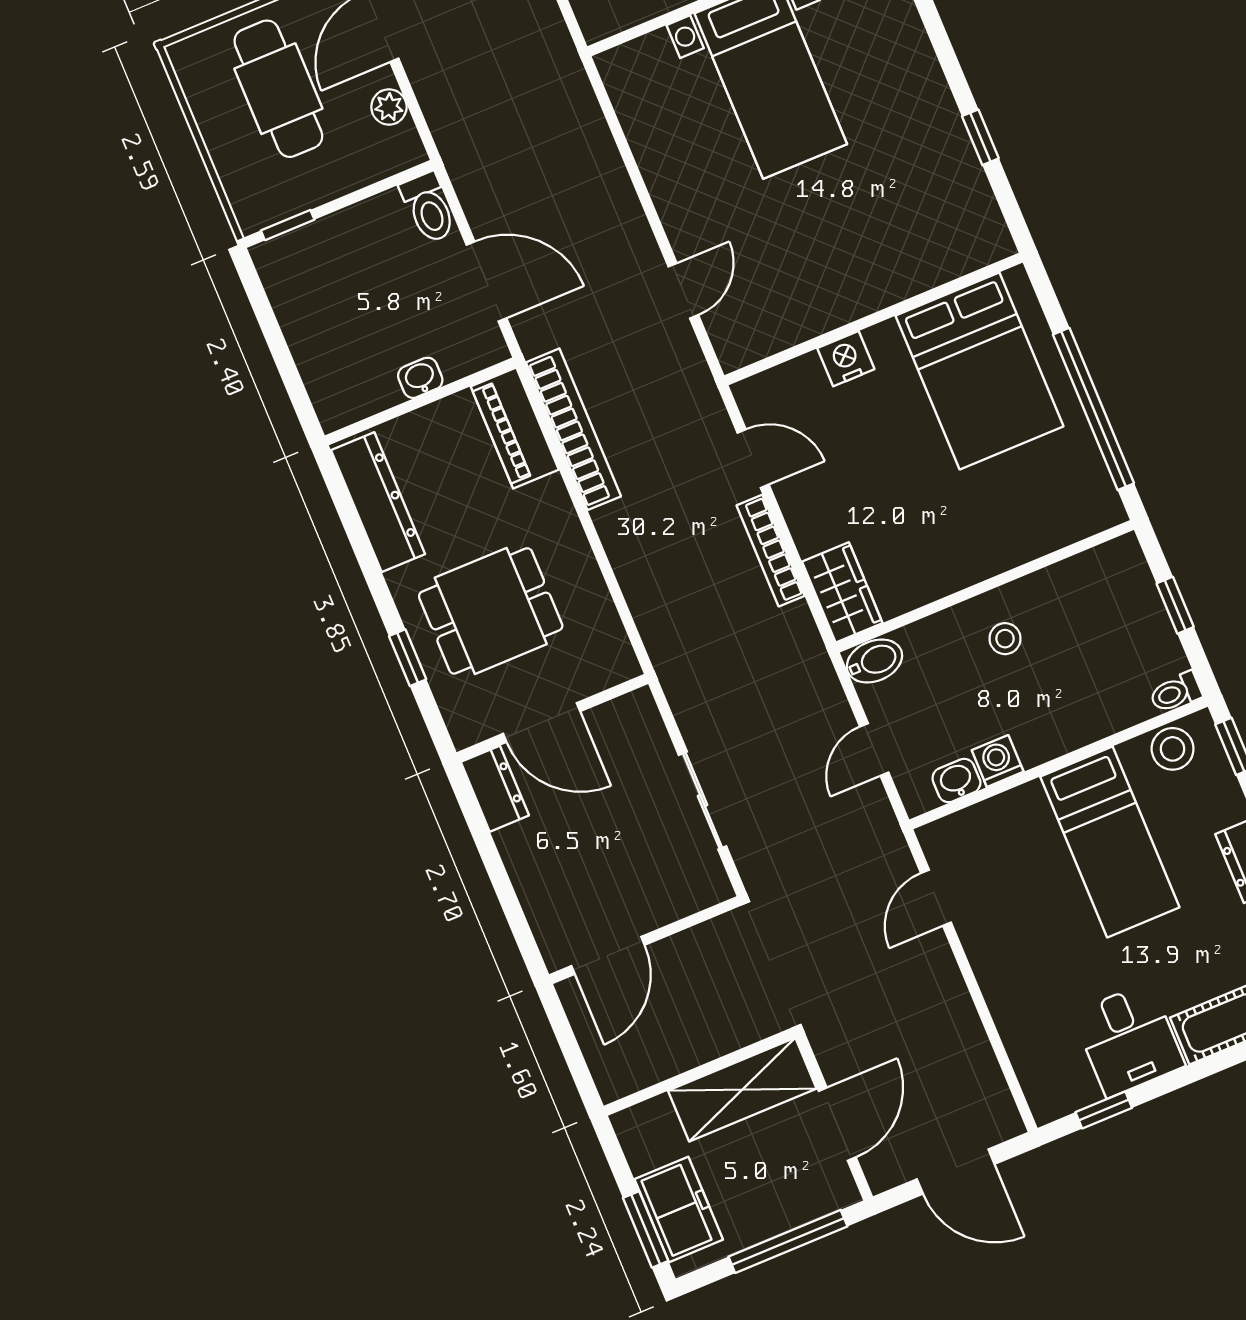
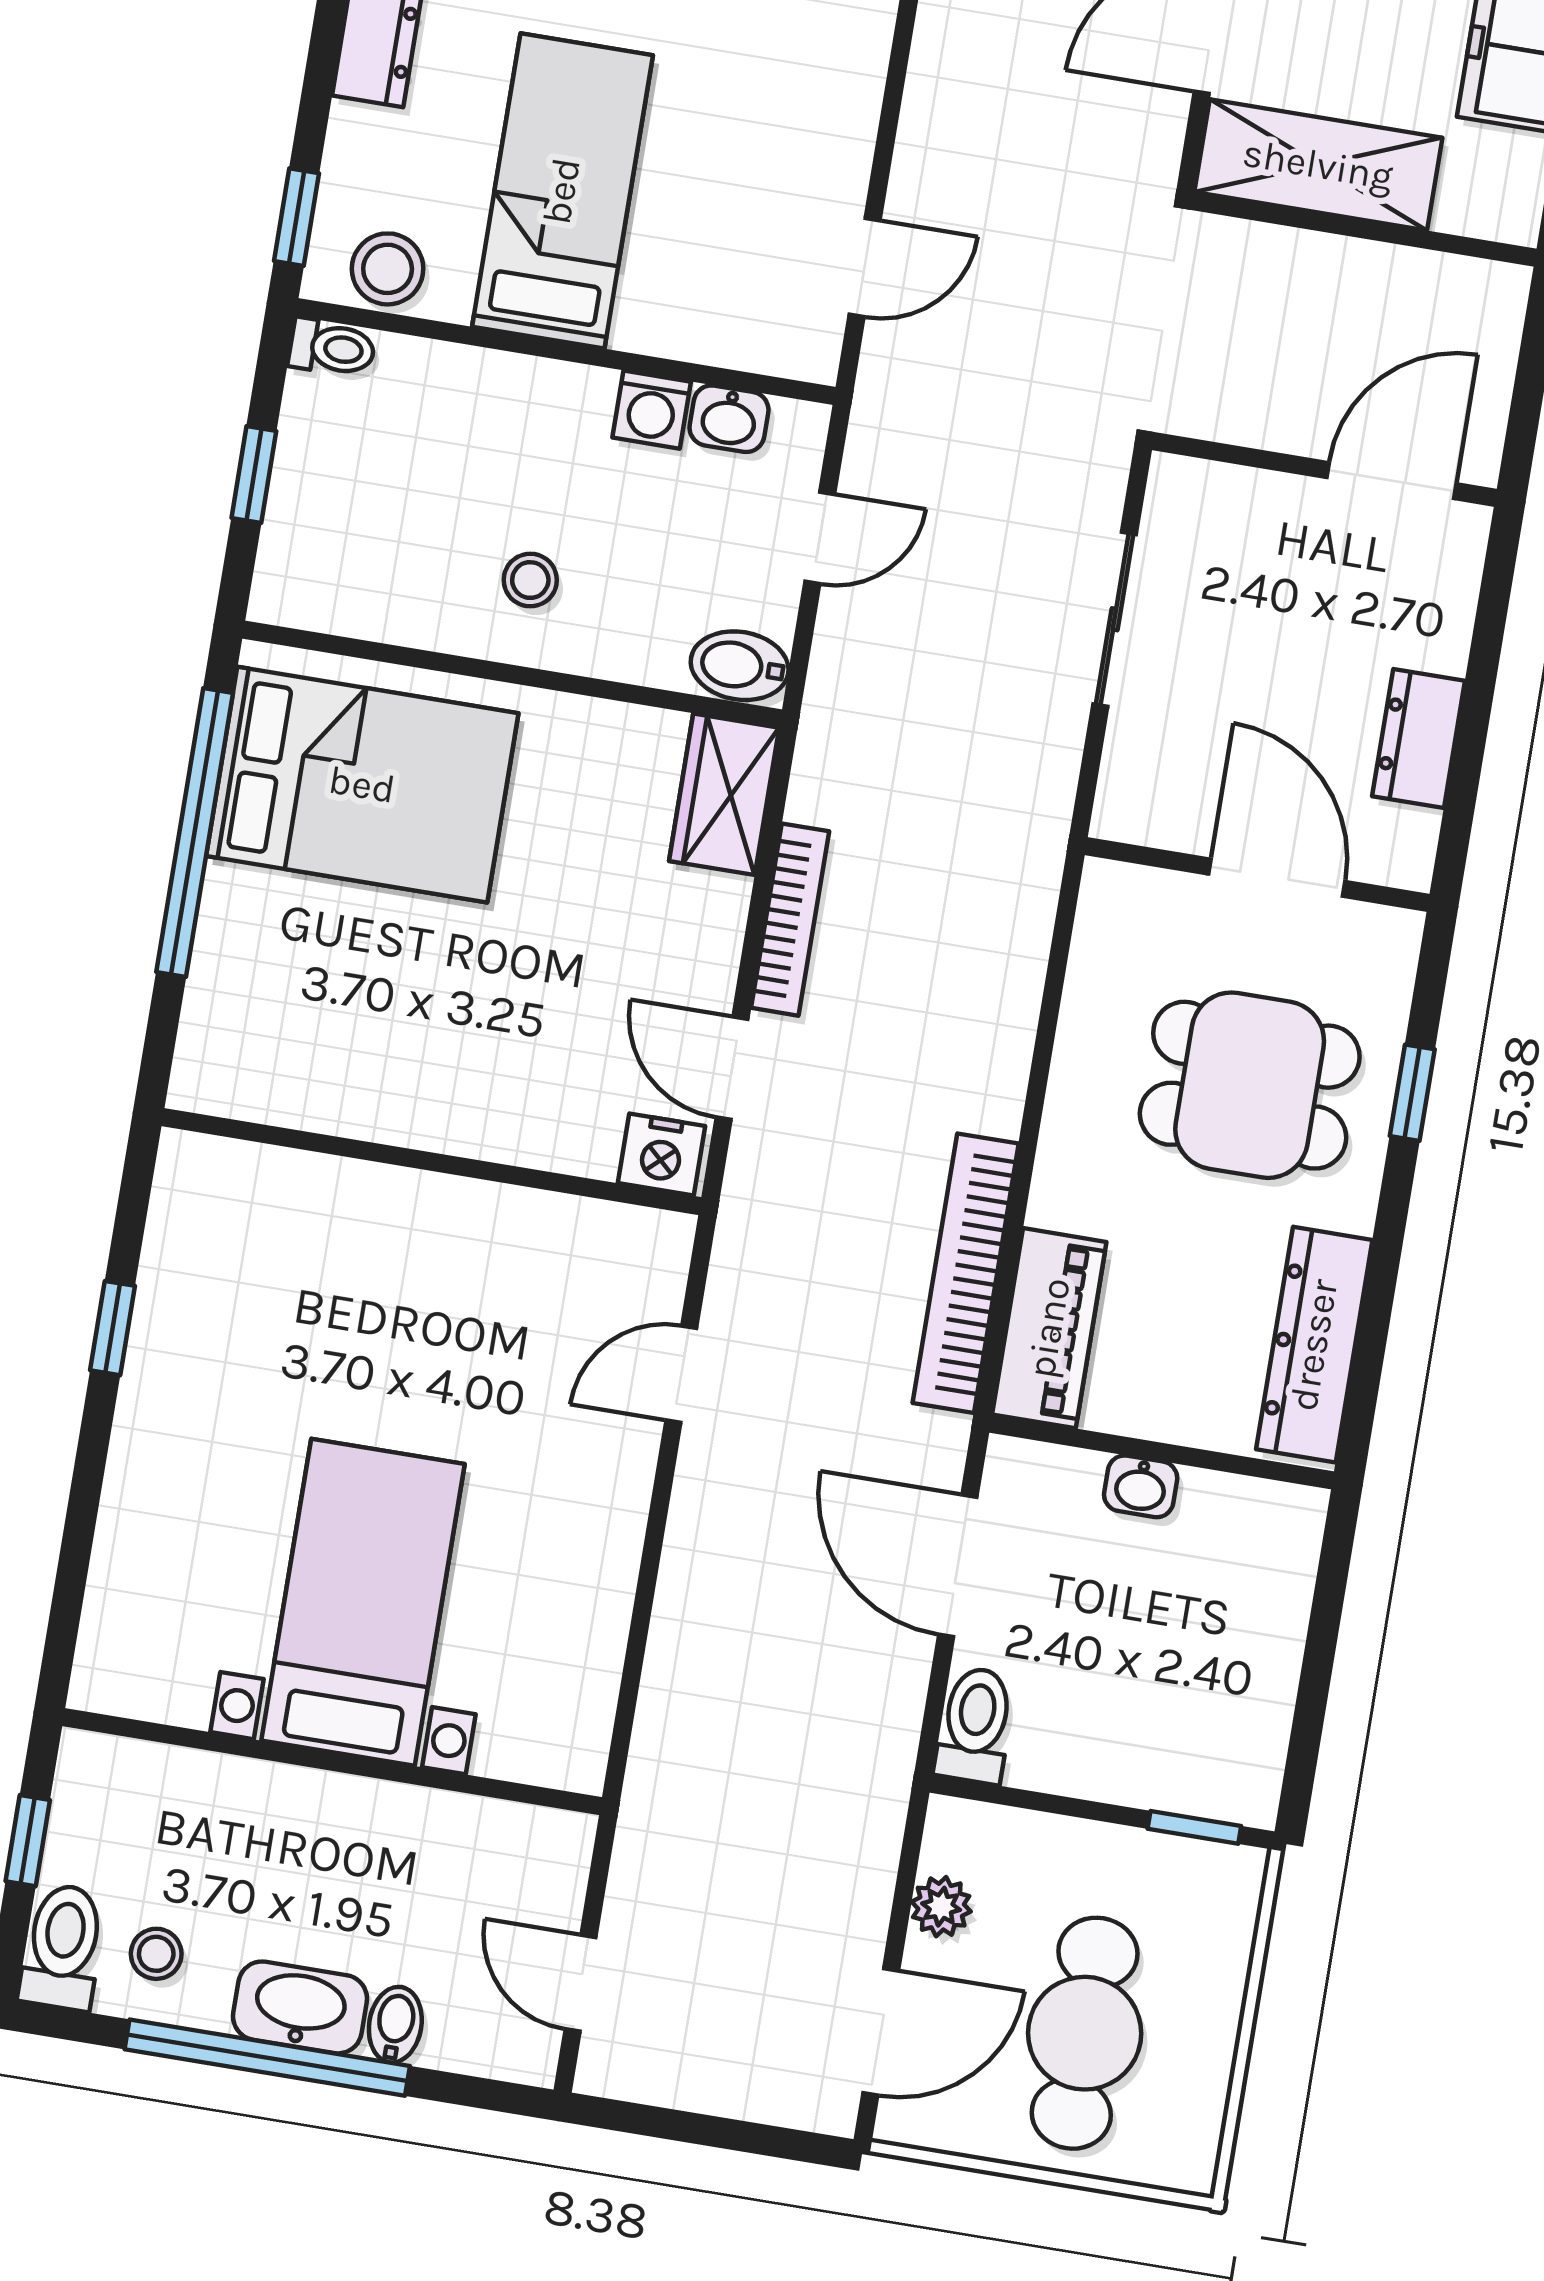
nightstand: (846, 359) -> (661, 1155), moved
bed: (980, 371) -> (362, 785), moved, turned 90
dresser: (495, 789) -> (1419, 738), moved

